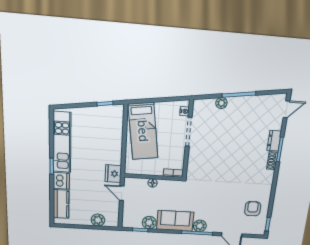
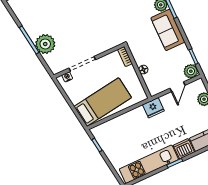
plant: (221, 103) -> (45, 44), width x1.88, depth x1.88
door: (122, 193) -> (177, 87), moved
plant: (149, 223) -> (191, 71), moved

